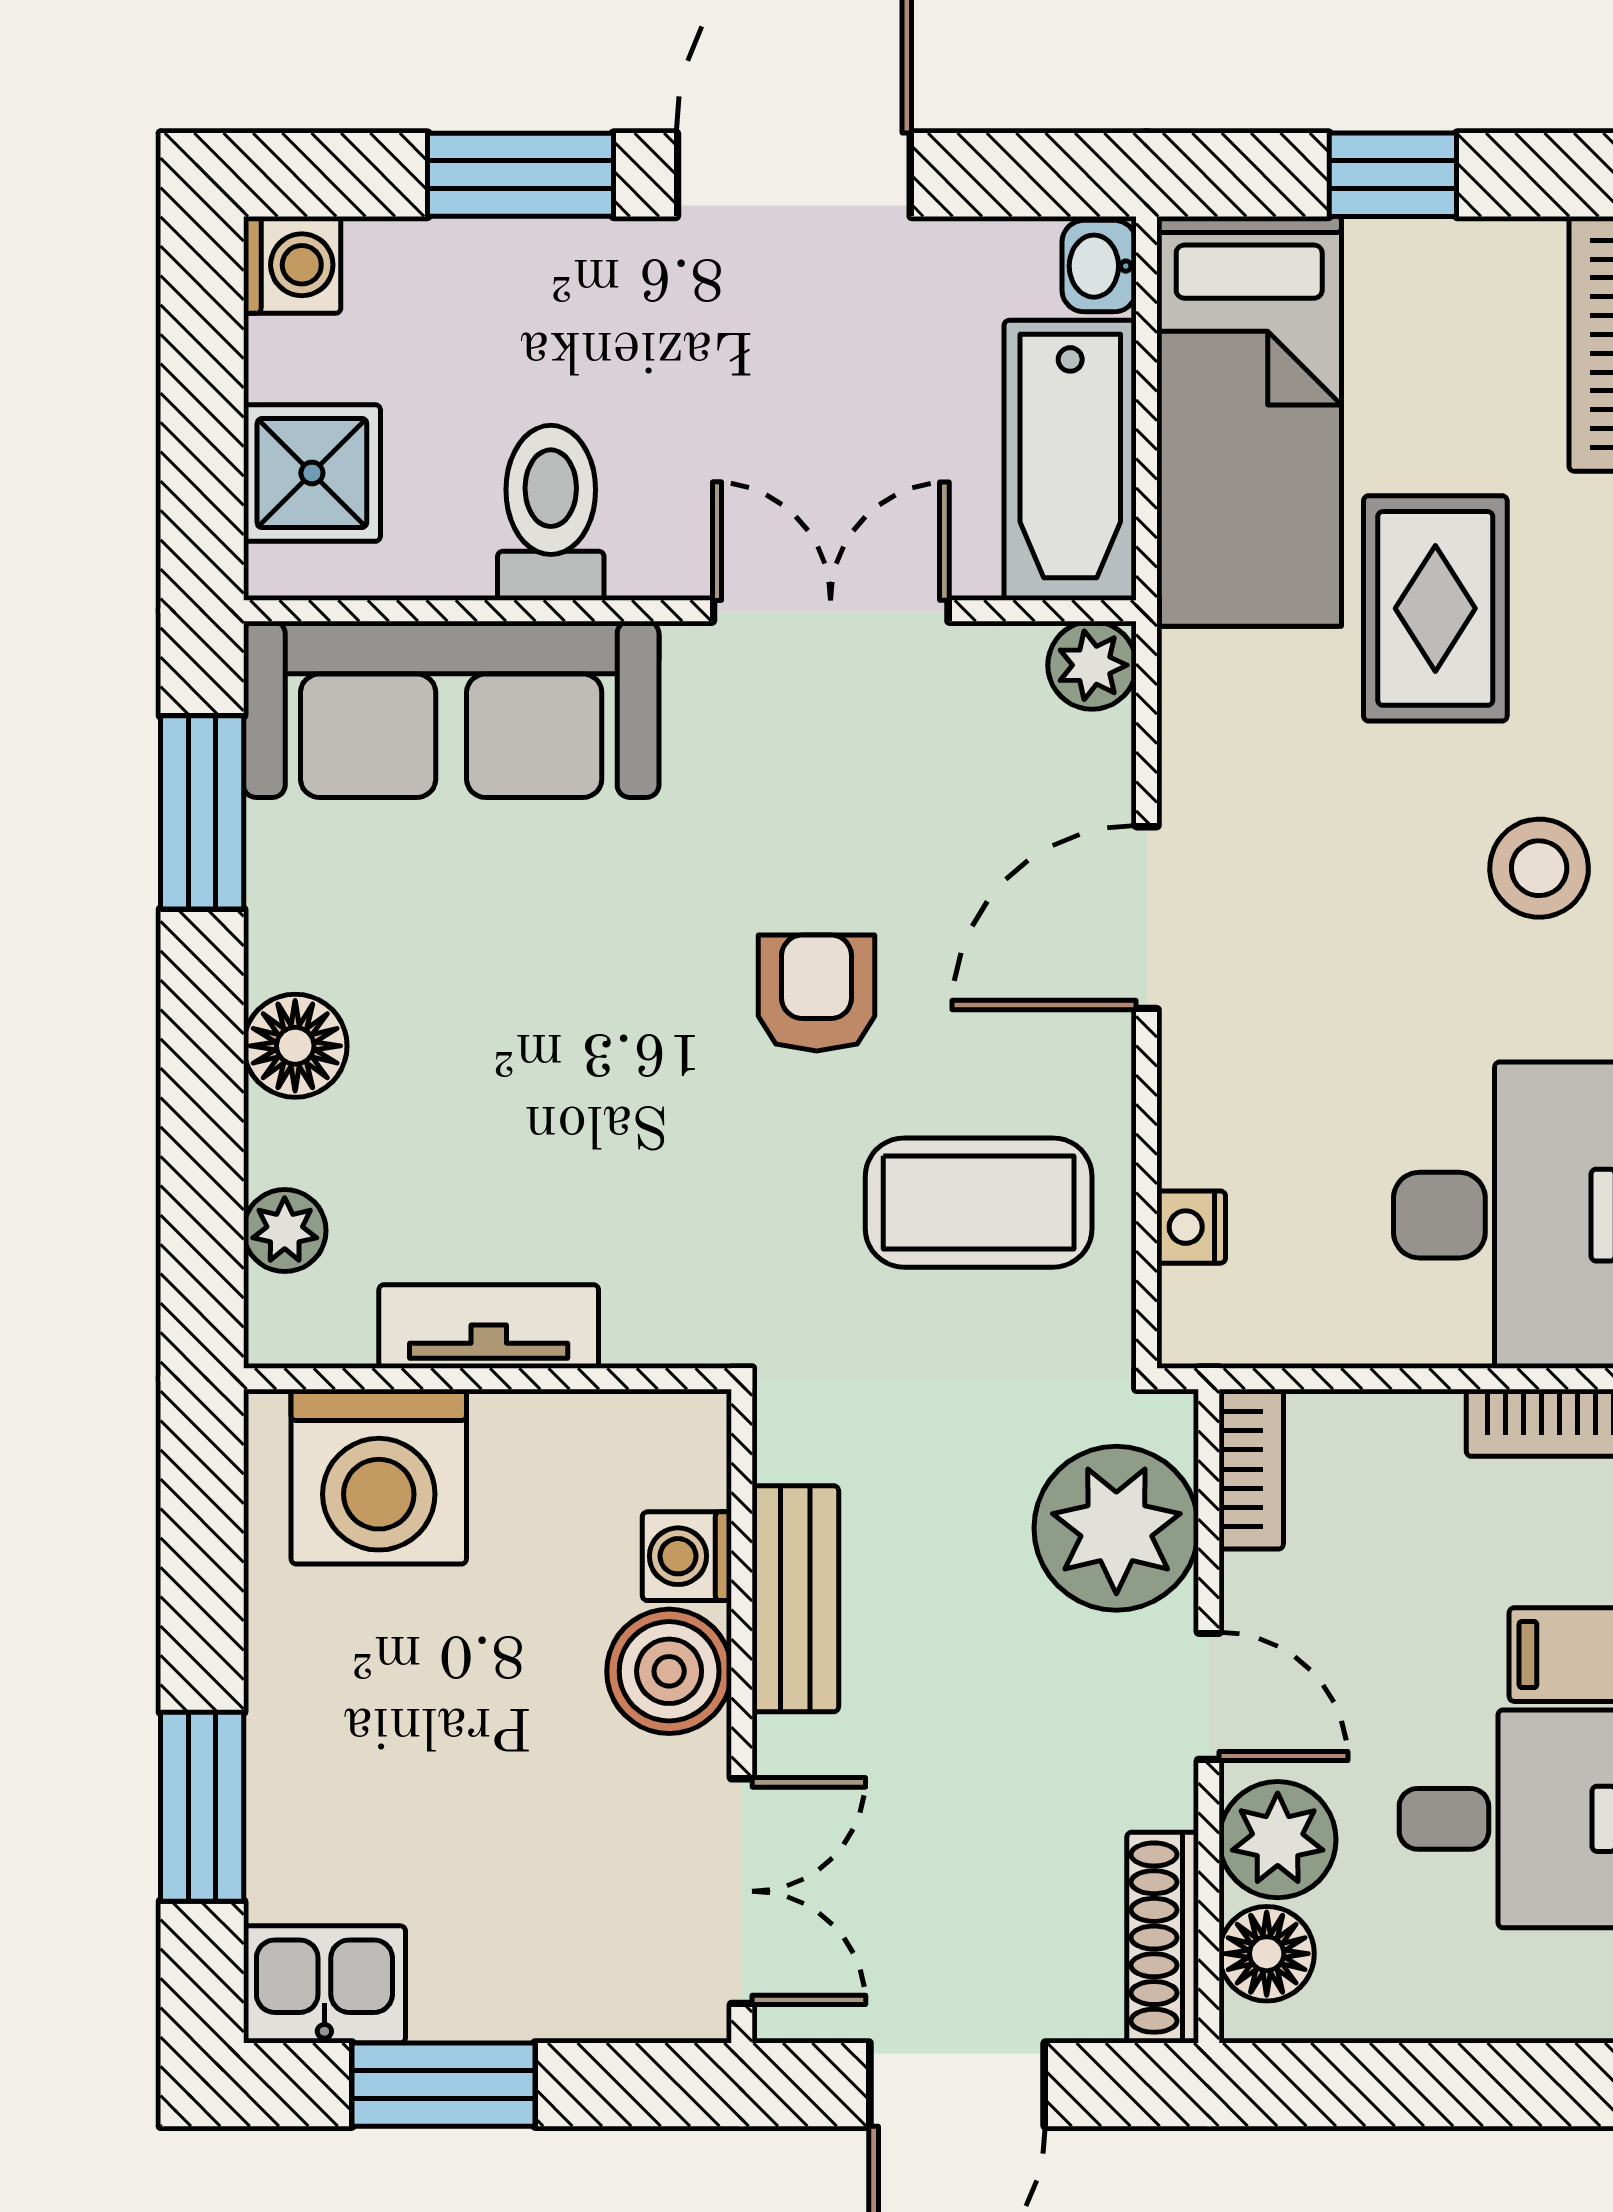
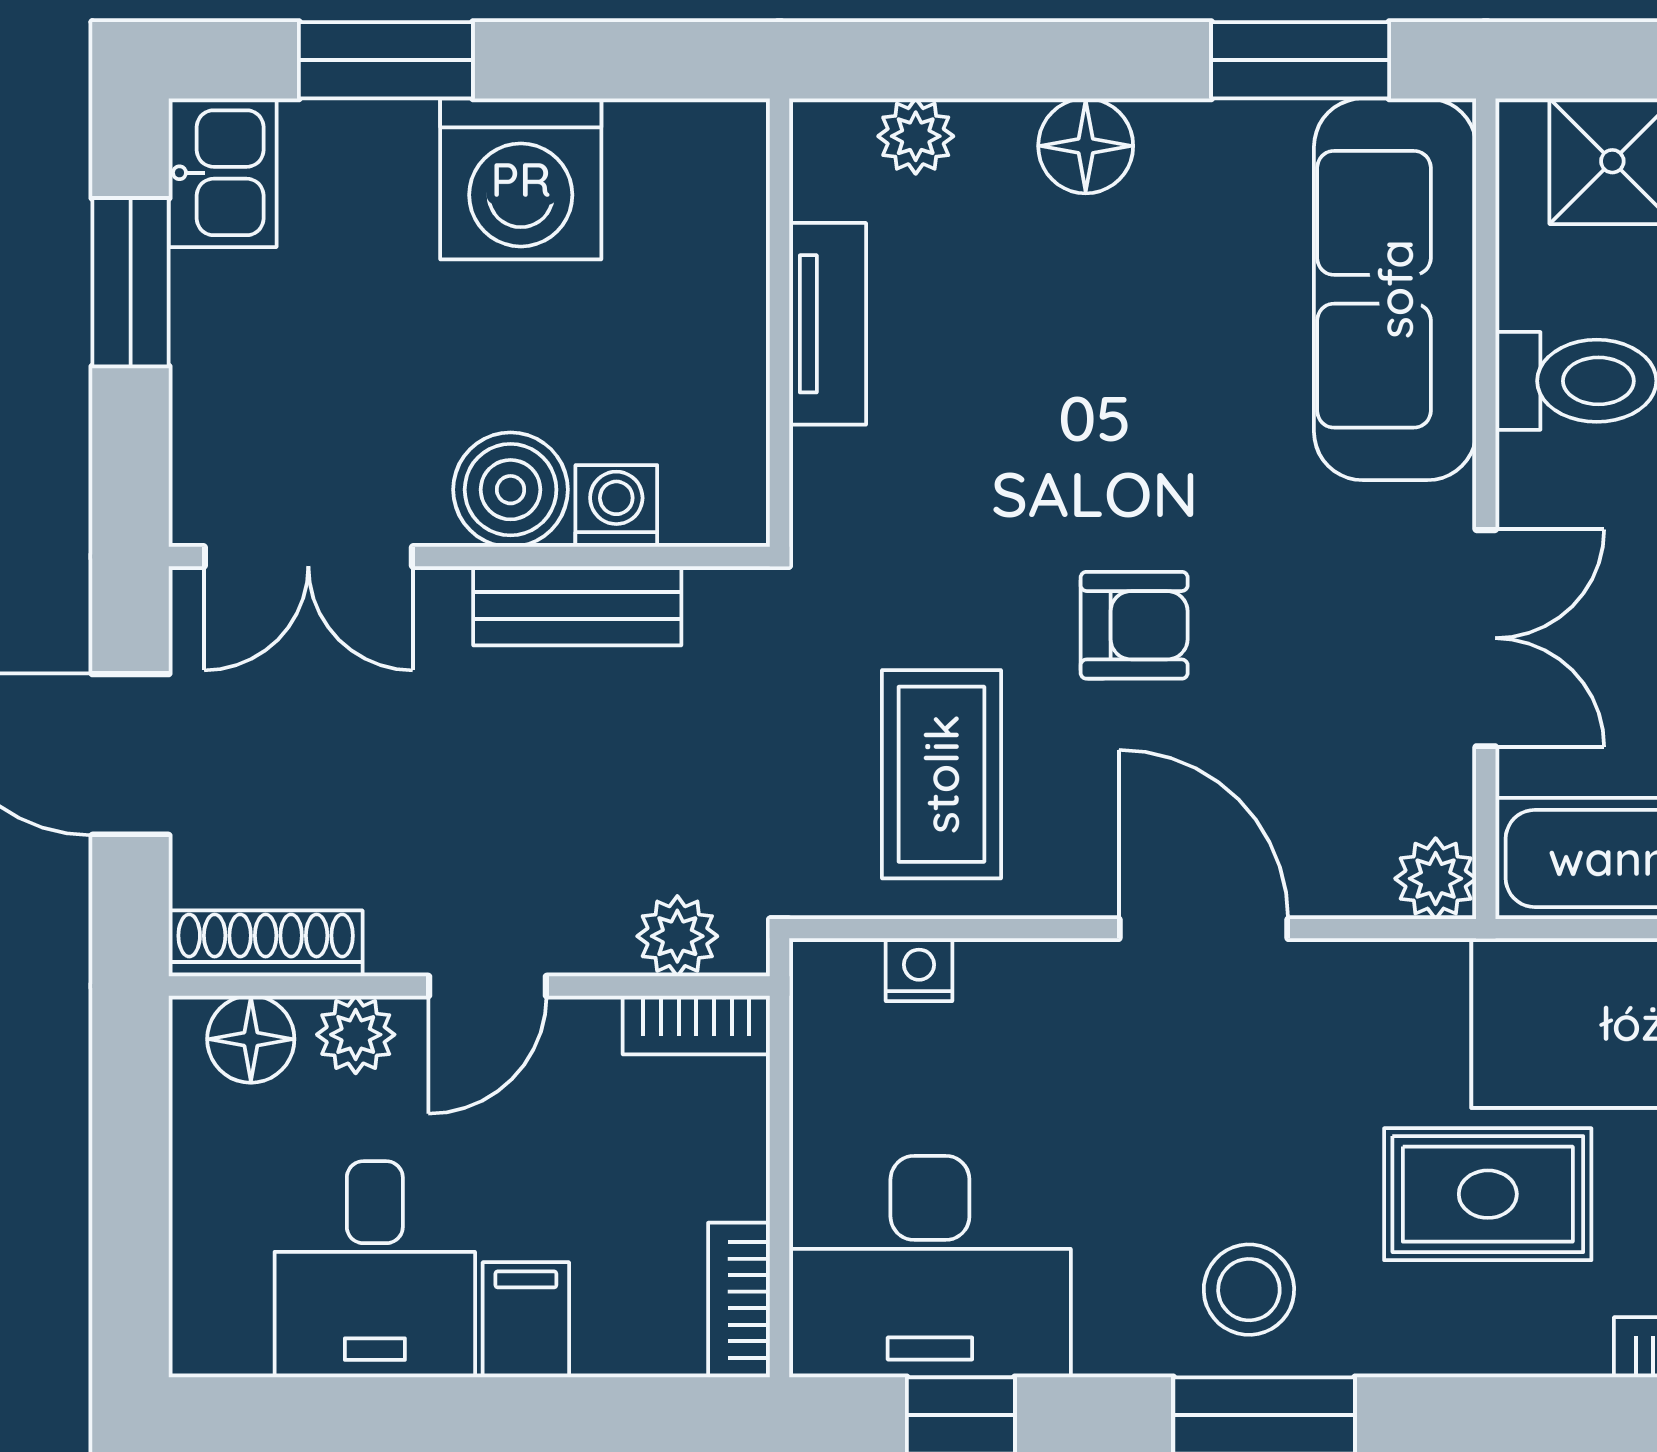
washing machine: (379, 1477) -> (521, 179), moved, turned -90
plant: (1116, 1528) -> (677, 936), width x0.53, depth x0.53
plant: (1278, 1840) -> (356, 1035), width x0.73, depth x0.73

